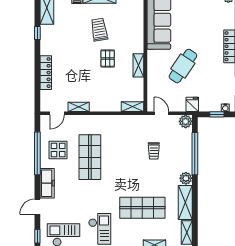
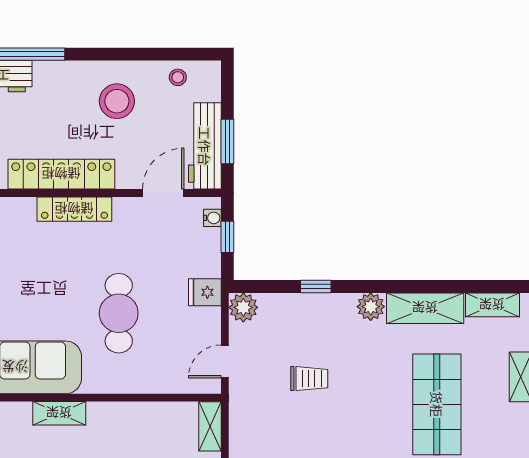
shelving: (138, 65) -> (59, 413), moved
cafe table: (183, 66) -> (119, 313), turned 56
window: (195, 154) -> (316, 286), width x0.32

